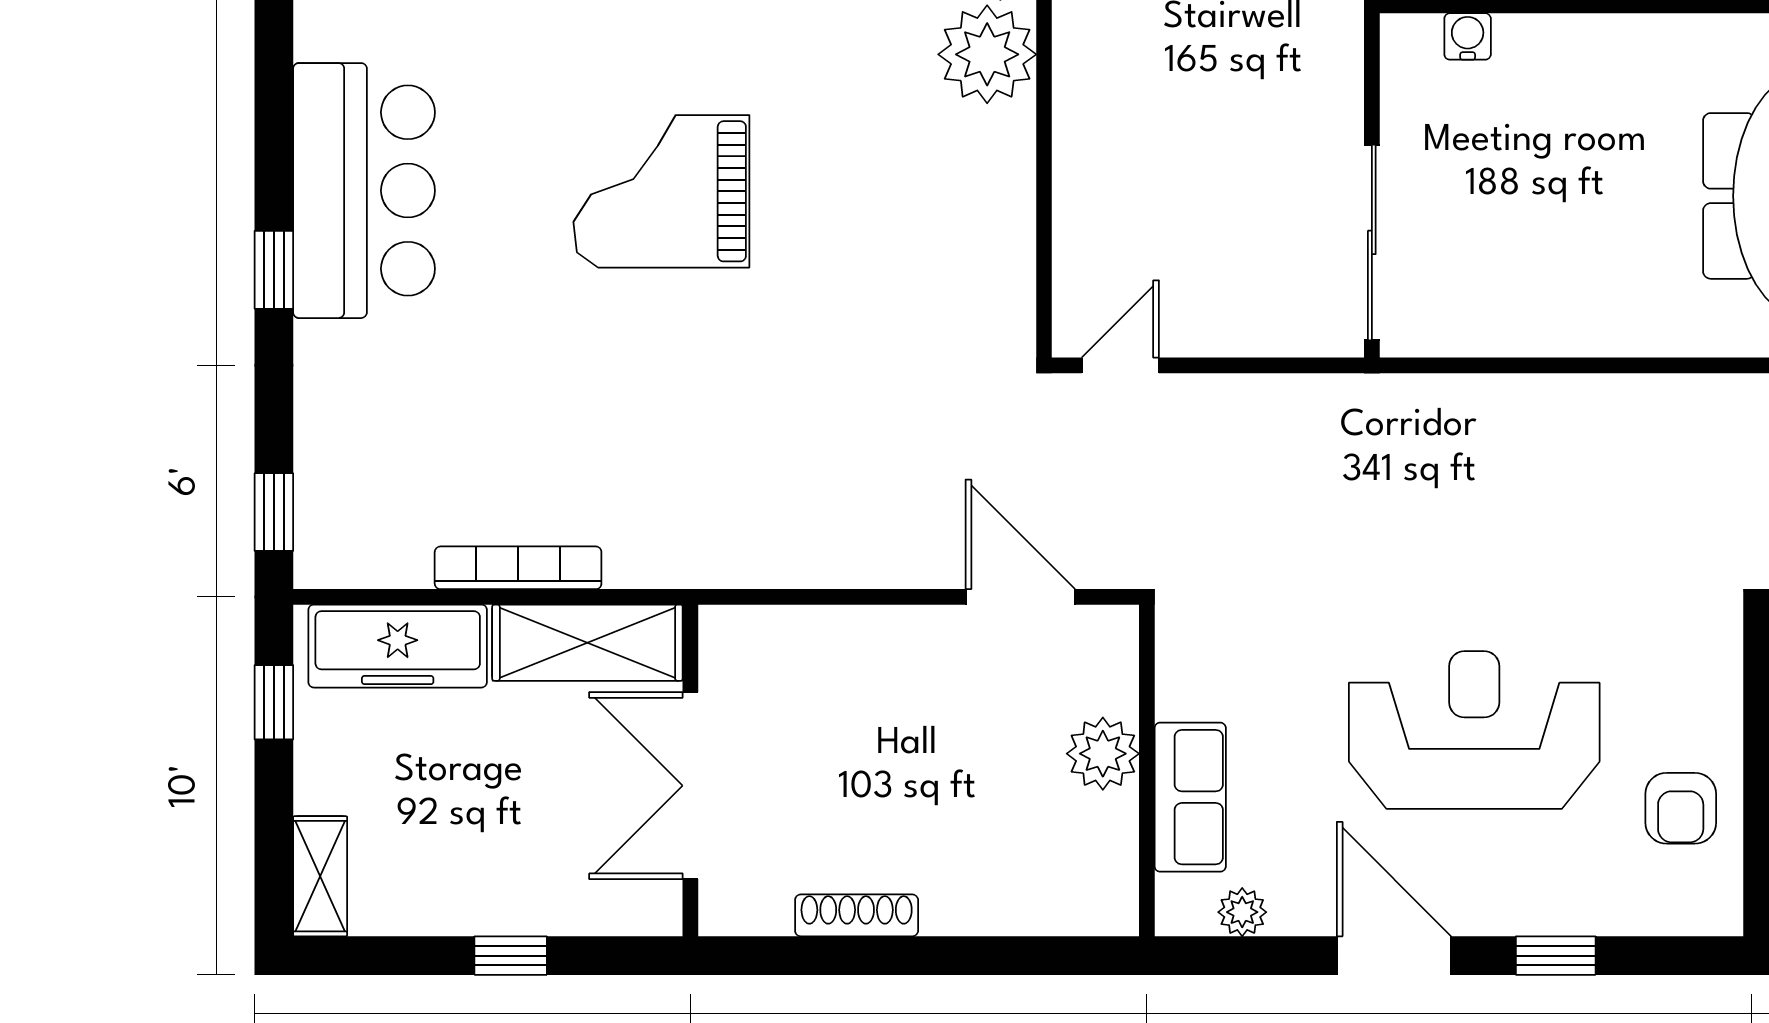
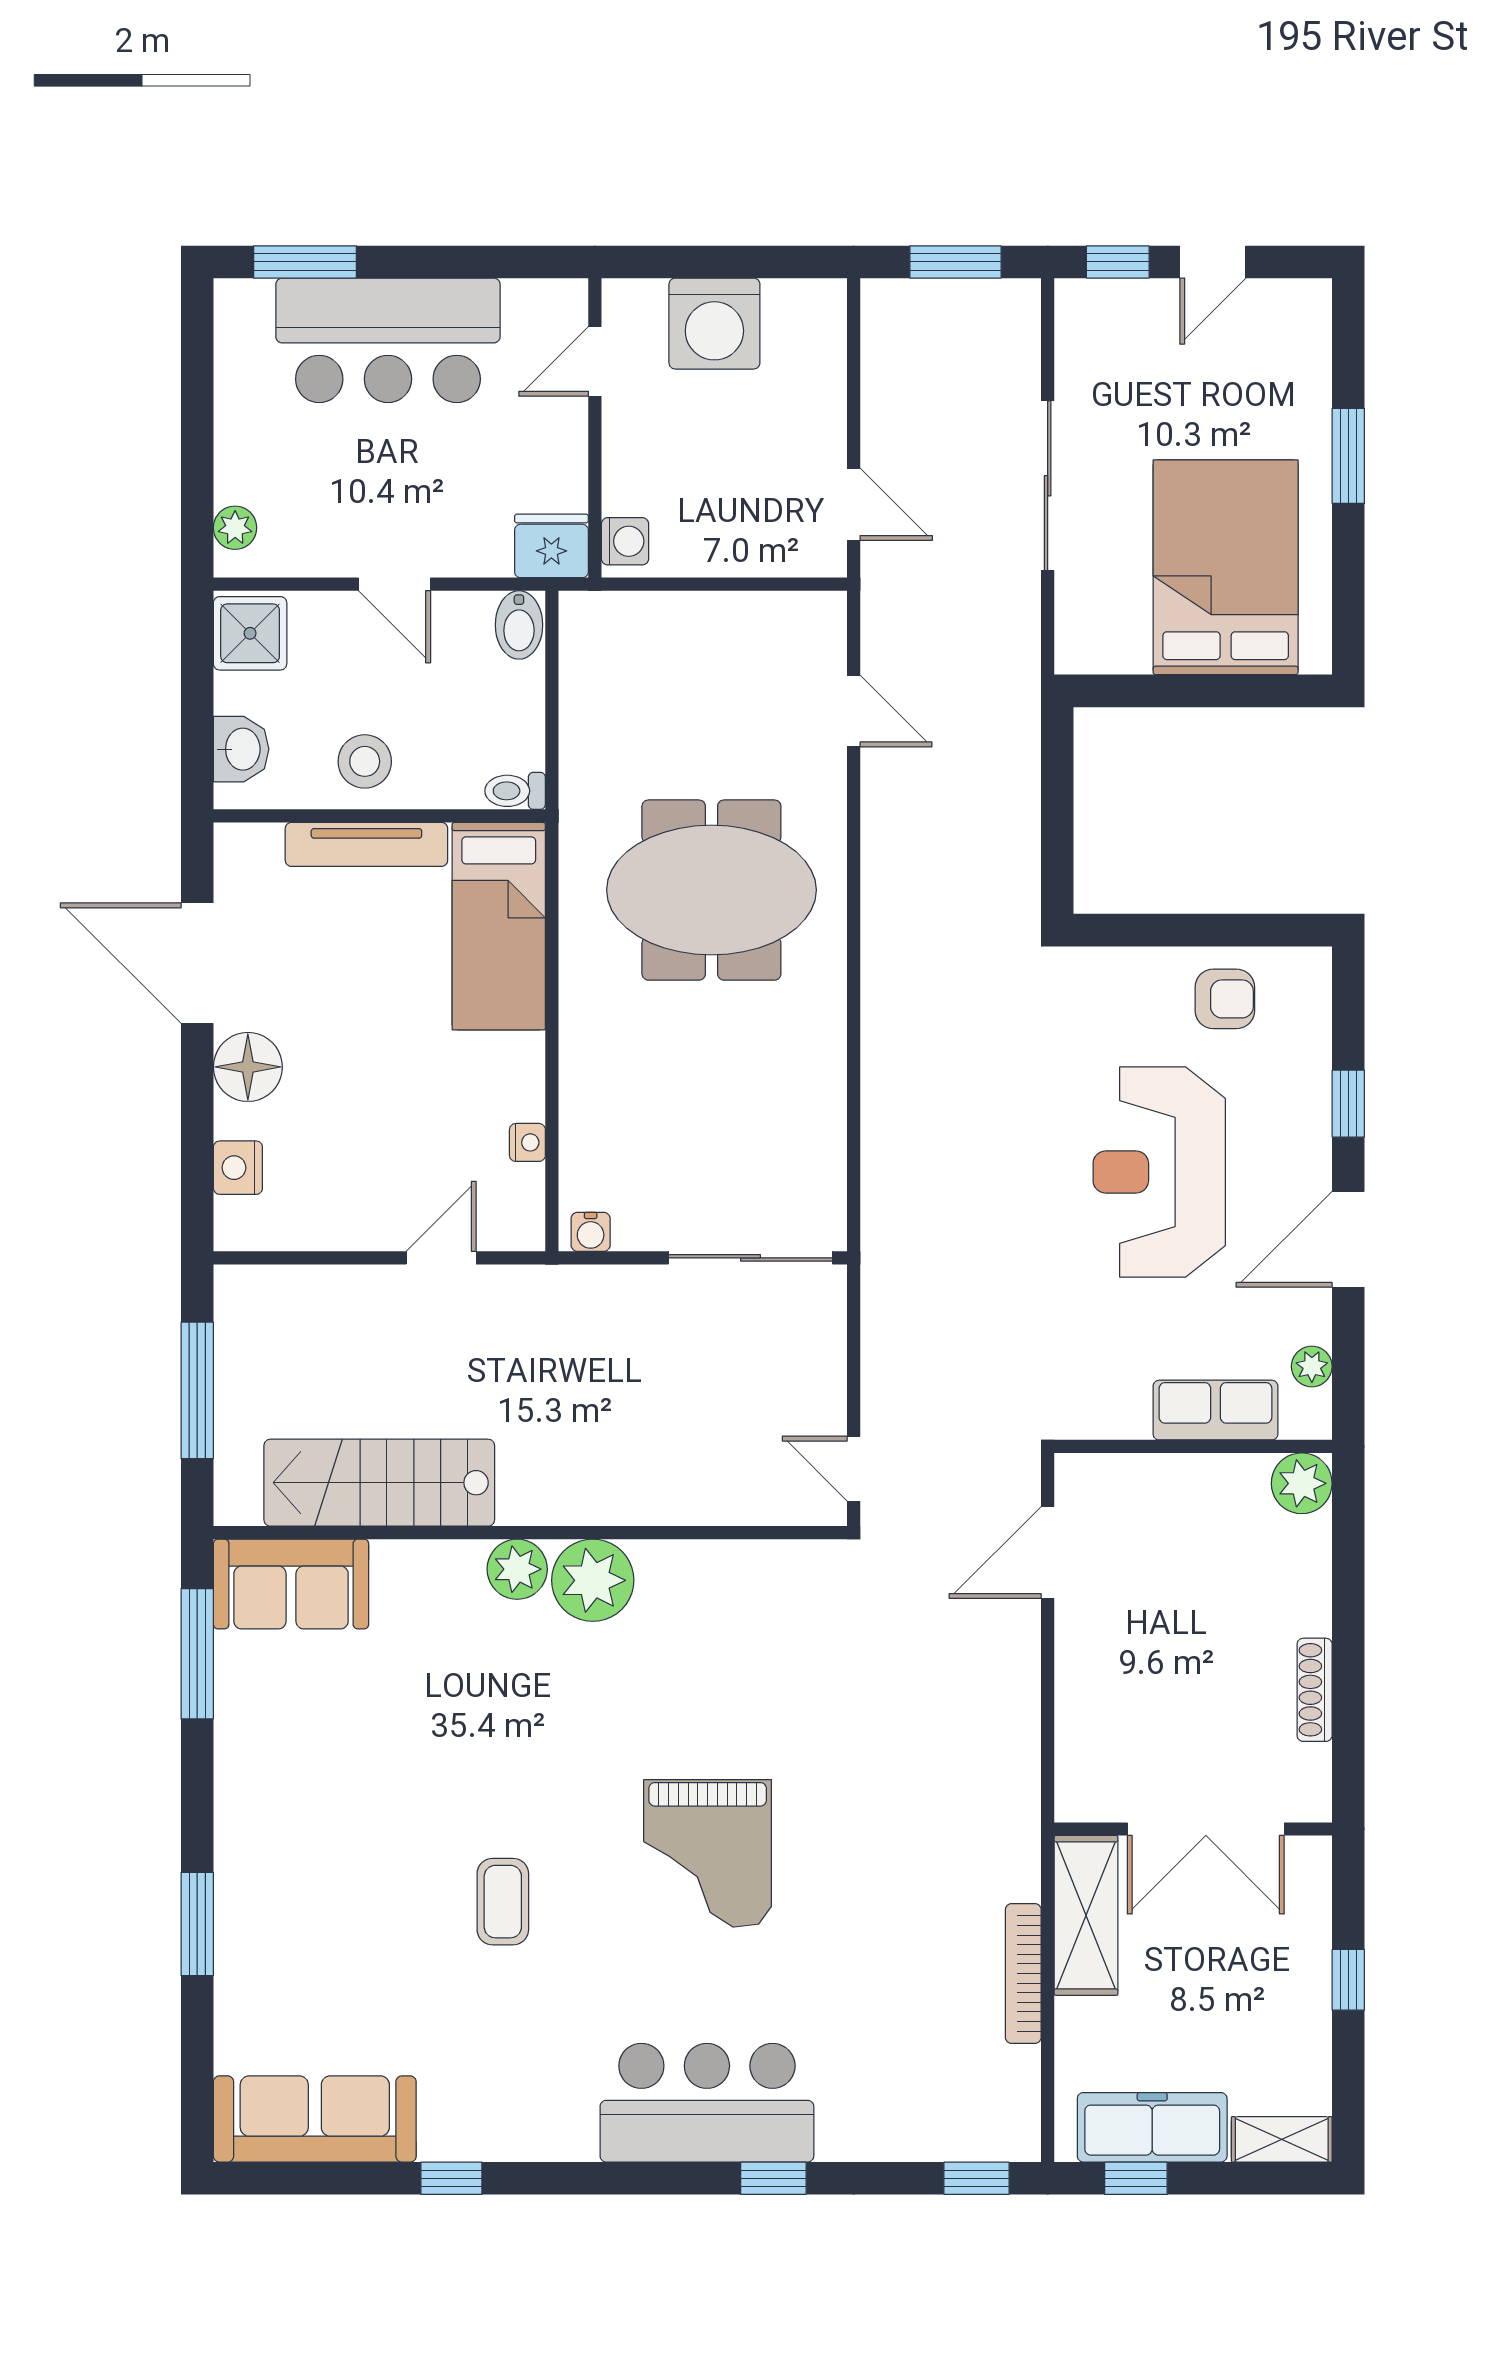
water cooler: (1468, 36) -> (591, 1232), moved, turned -90
freezer: (398, 646) -> (1152, 2127), moved, turned -90
plant: (1103, 754) -> (1302, 1483), moved

